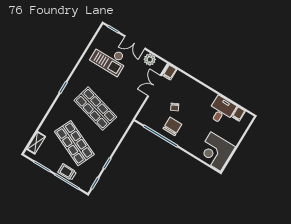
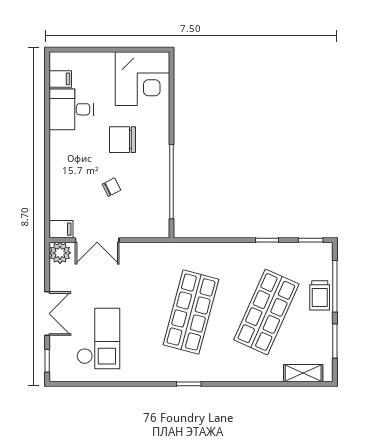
plant: (150, 59) -> (60, 253), moved
chair: (172, 126) -> (123, 140), moved

